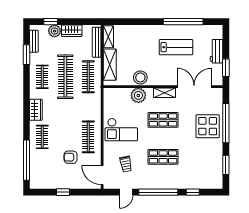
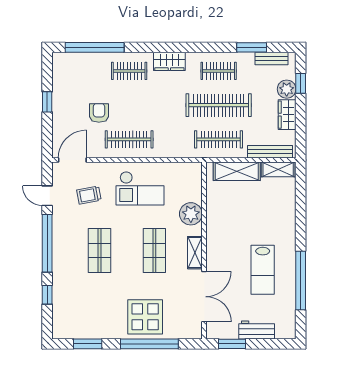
stool: (140, 77) -> (217, 217), removed
checkout: (121, 130) -> (140, 188), turned -90

